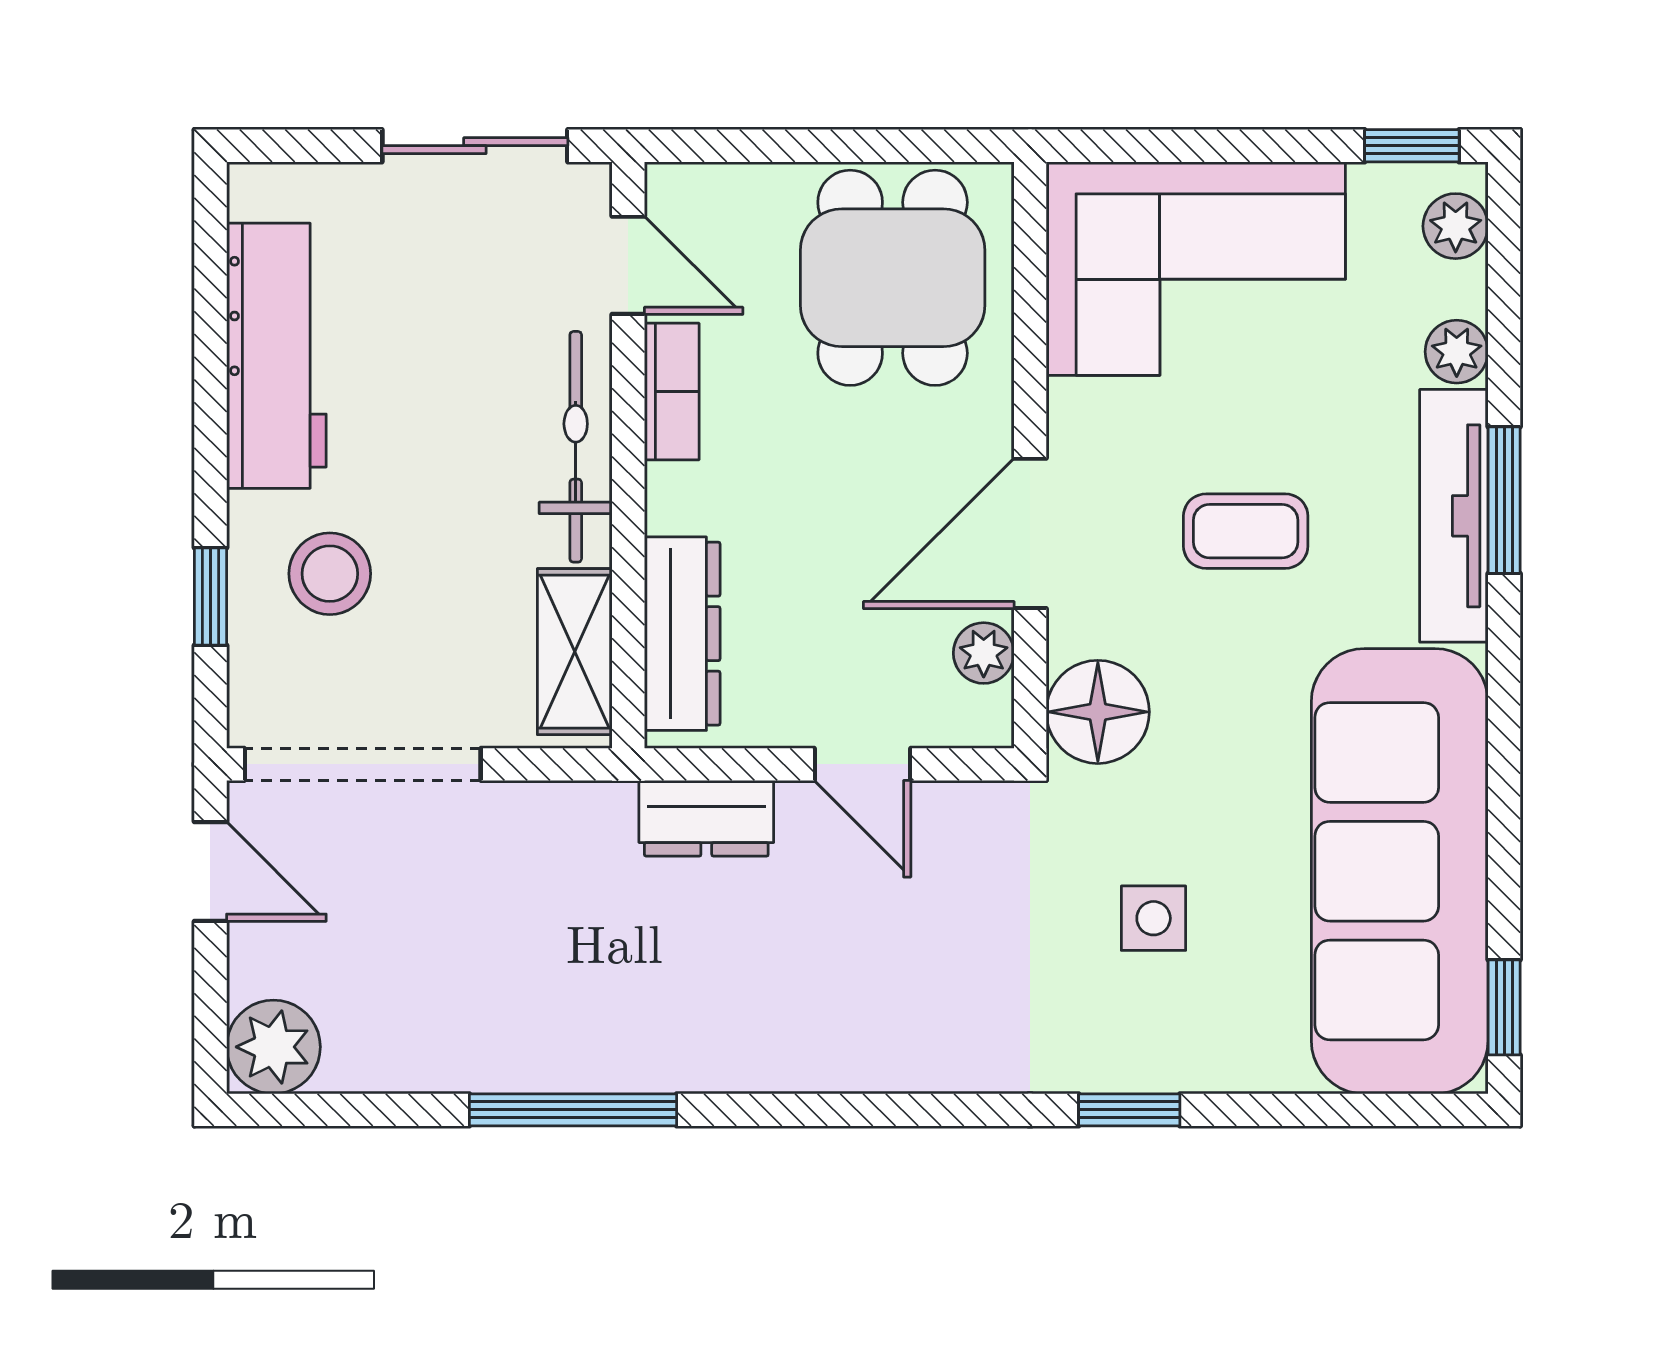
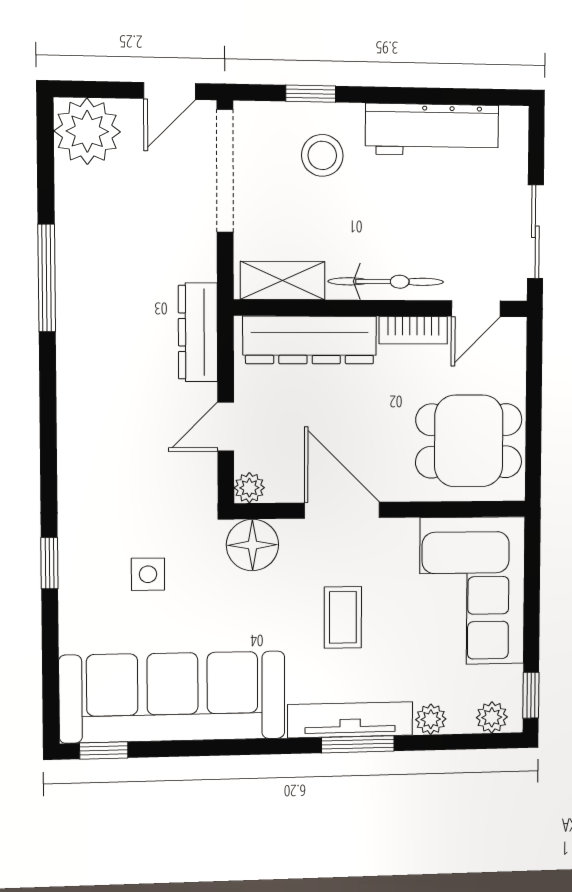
dresser: (682, 634) -> (310, 340), width x1.37, depth x1.24
plant: (984, 653) -> (249, 488), moved
dresser: (706, 818) -> (198, 332), width x1.44
plant: (273, 1047) -> (87, 131), width x1.36, depth x1.36

